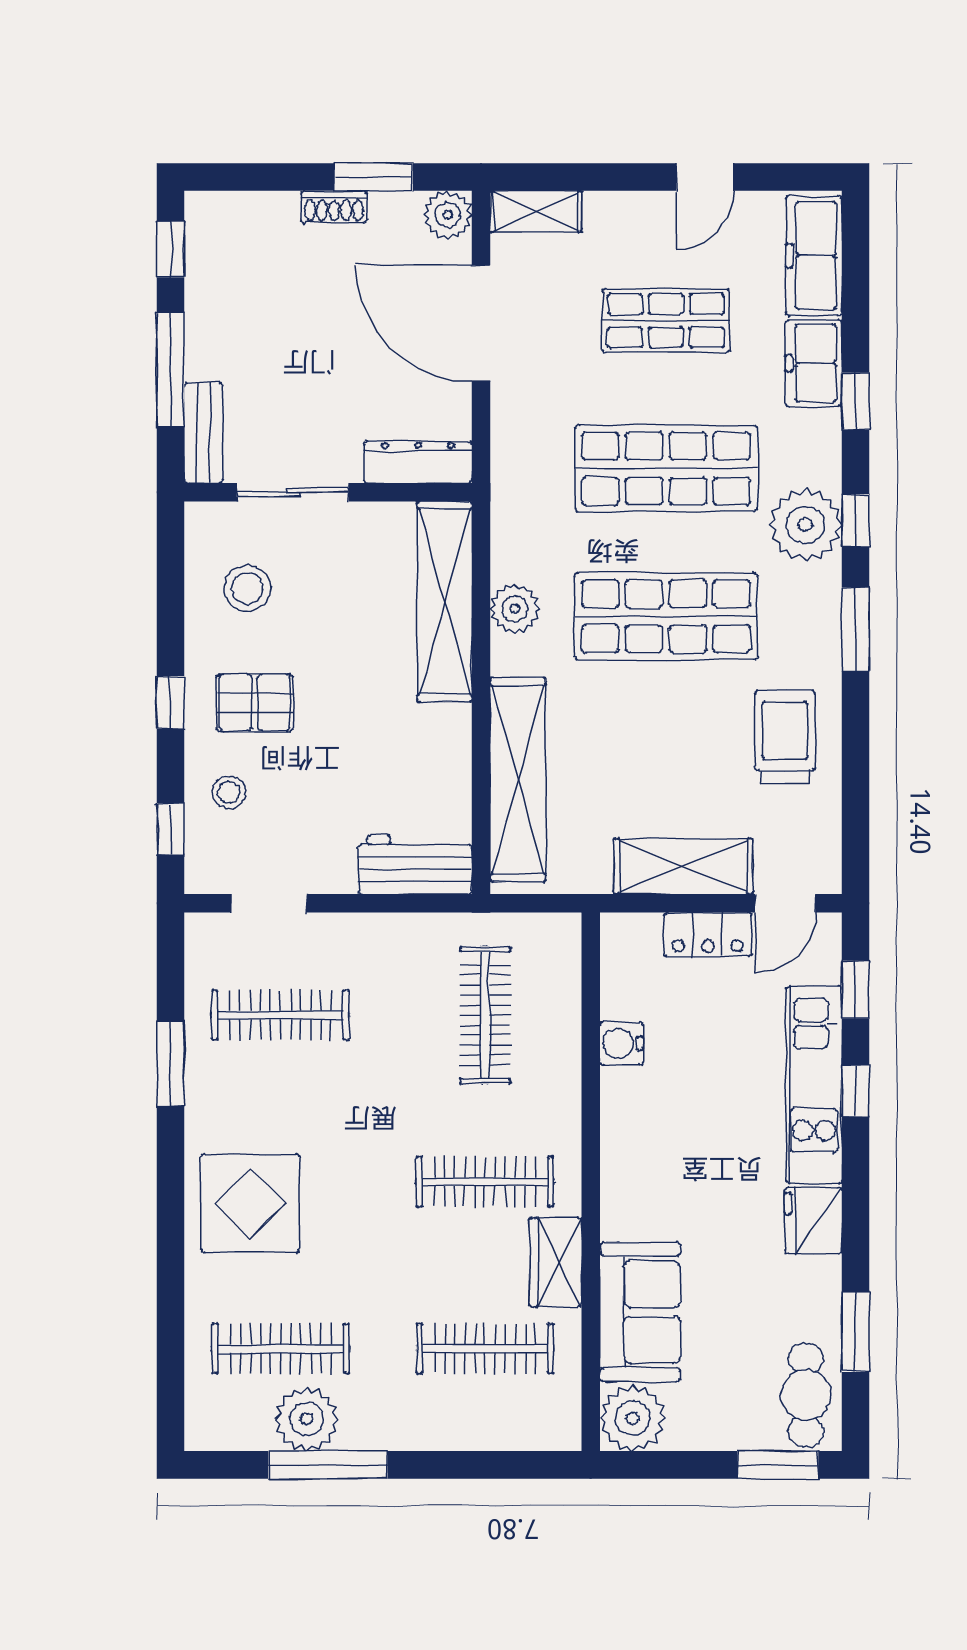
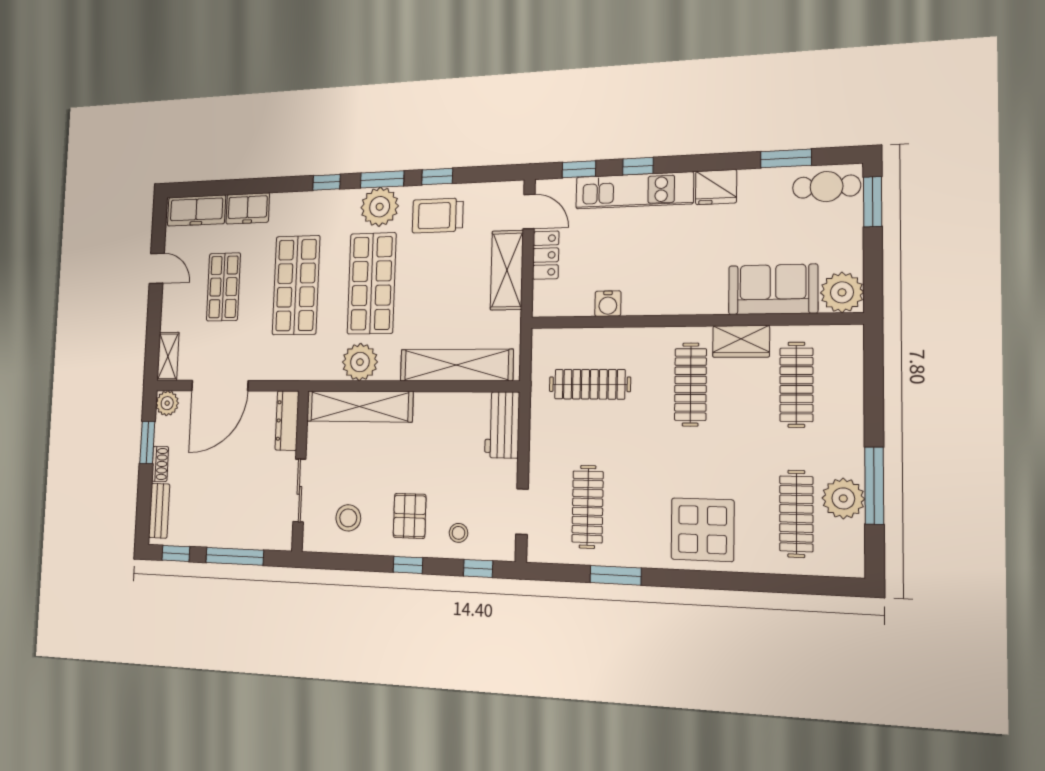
window: (856, 401) -> (437, 177), moved
bench: (203, 433) -> (159, 511), moved, turned 90
plant: (805, 525) -> (380, 207), moved
plant: (515, 608) -> (360, 362), width x1.36, depth x1.36

